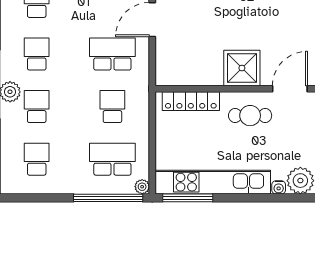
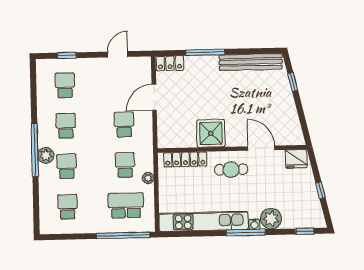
school desk: (112, 54) -> (124, 124), width x0.54
shower: (242, 68) -> (211, 133), moved
door: (290, 89) -> (261, 148), hinge flipped
plant: (142, 187) -> (148, 178), moved
window: (188, 198) -> (246, 233), moved

